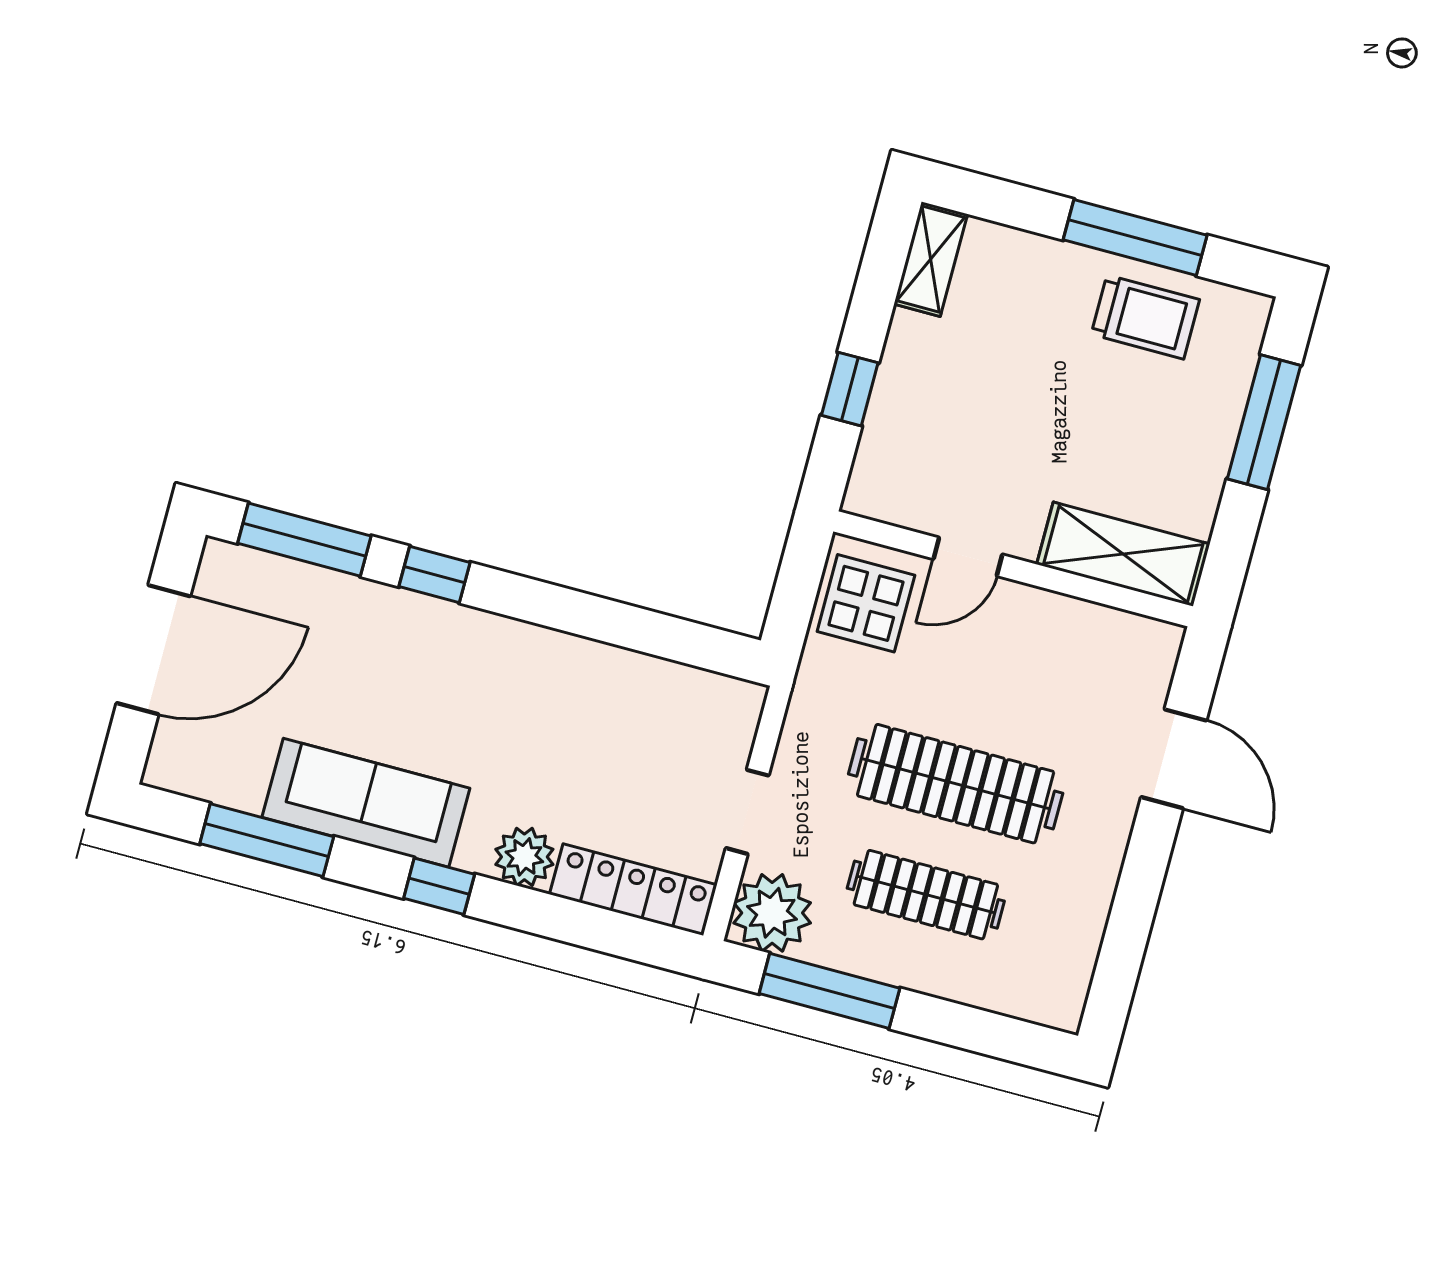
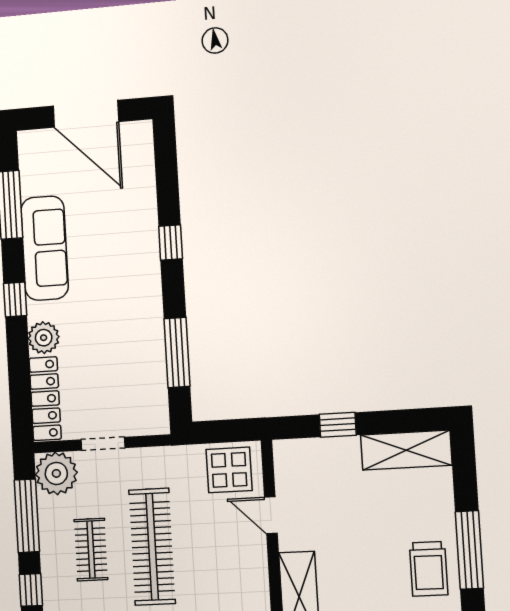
shelving: (931, 259) -> (406, 450), width x1.50, depth x1.33
window: (304, 540) -> (177, 352), moved
clothes rail: (926, 895) -> (91, 550), width x0.73
window: (962, 1026) -> (31, 590), added

